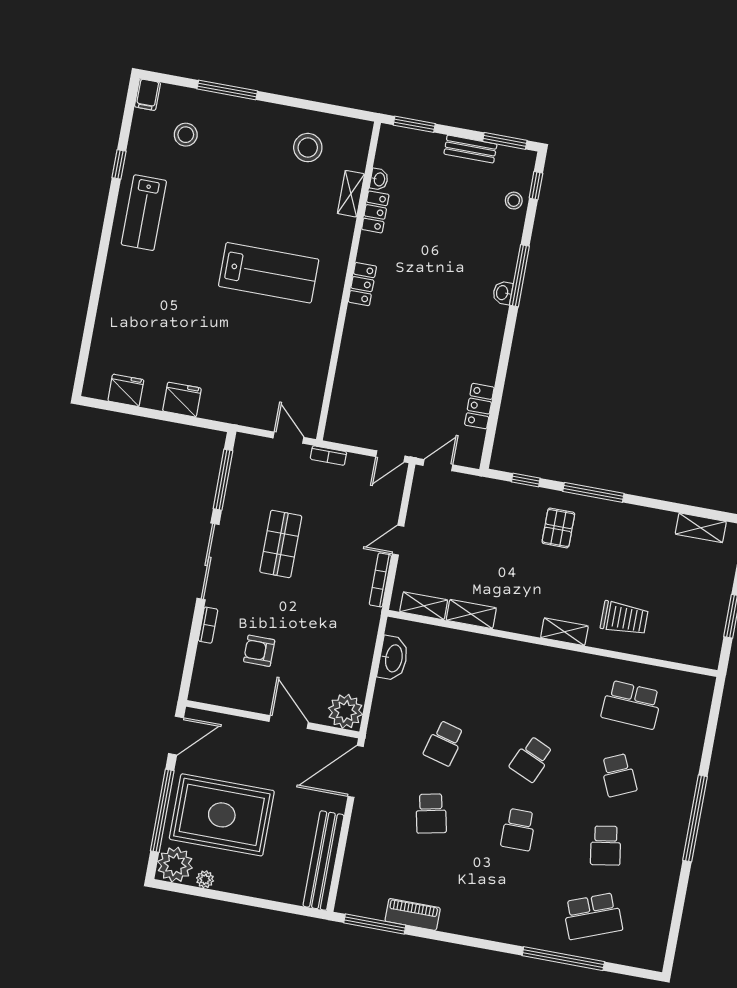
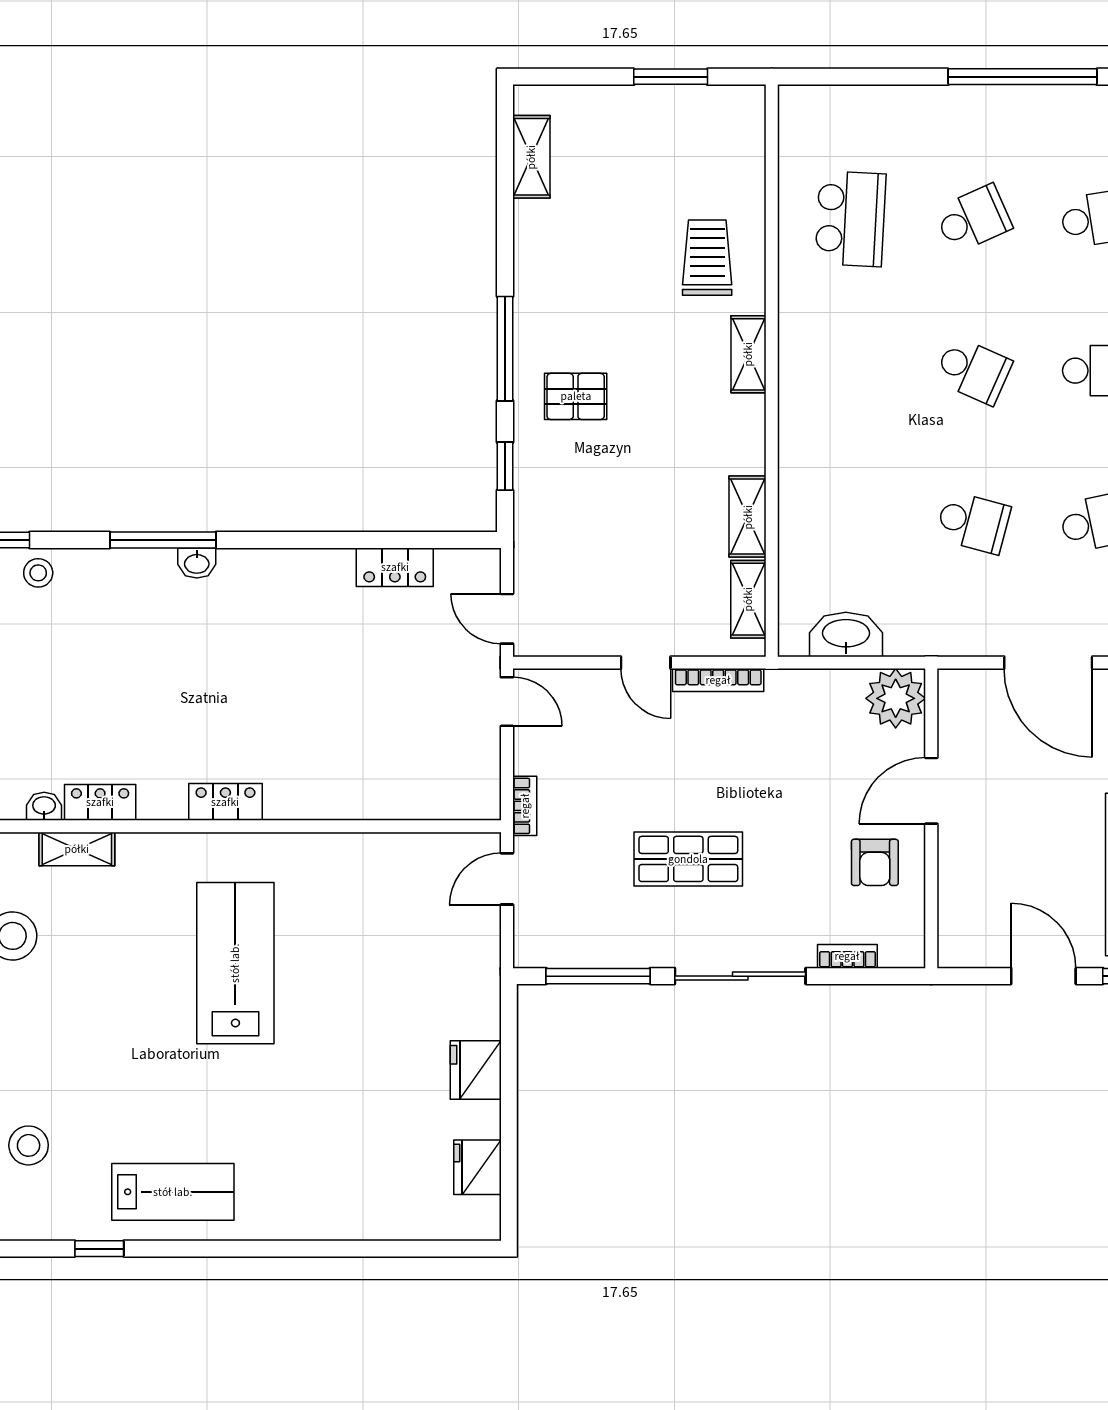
plant: (345, 711) -> (896, 698), moved
wall: (273, 719) -> (931, 818), moved
door: (289, 722) -> (931, 791), moved

